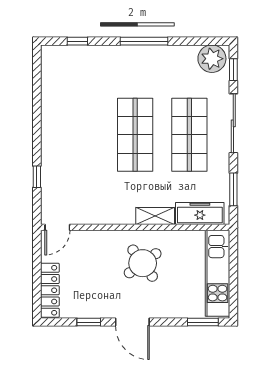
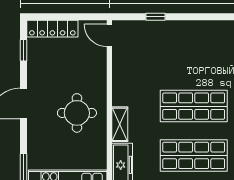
round table: (143, 263) -> (77, 113), turned 36
window: (89, 322) -> (23, 50), moved

